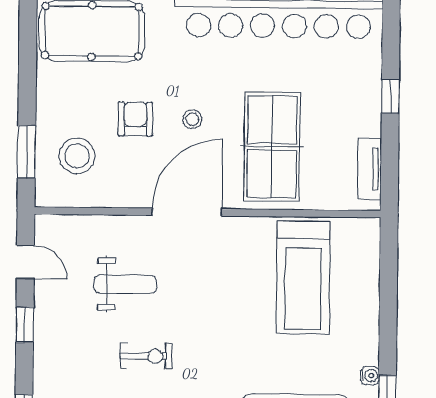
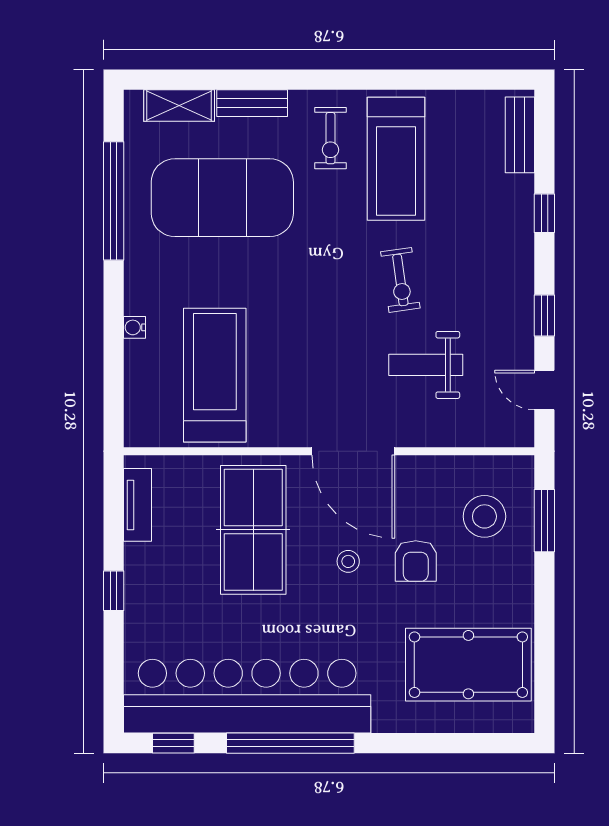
door: (187, 212) -> (353, 451), hinge flipped
exercise bike: (146, 356) -> (400, 280), turned -98
water cooler: (370, 376) -> (134, 327), moved

